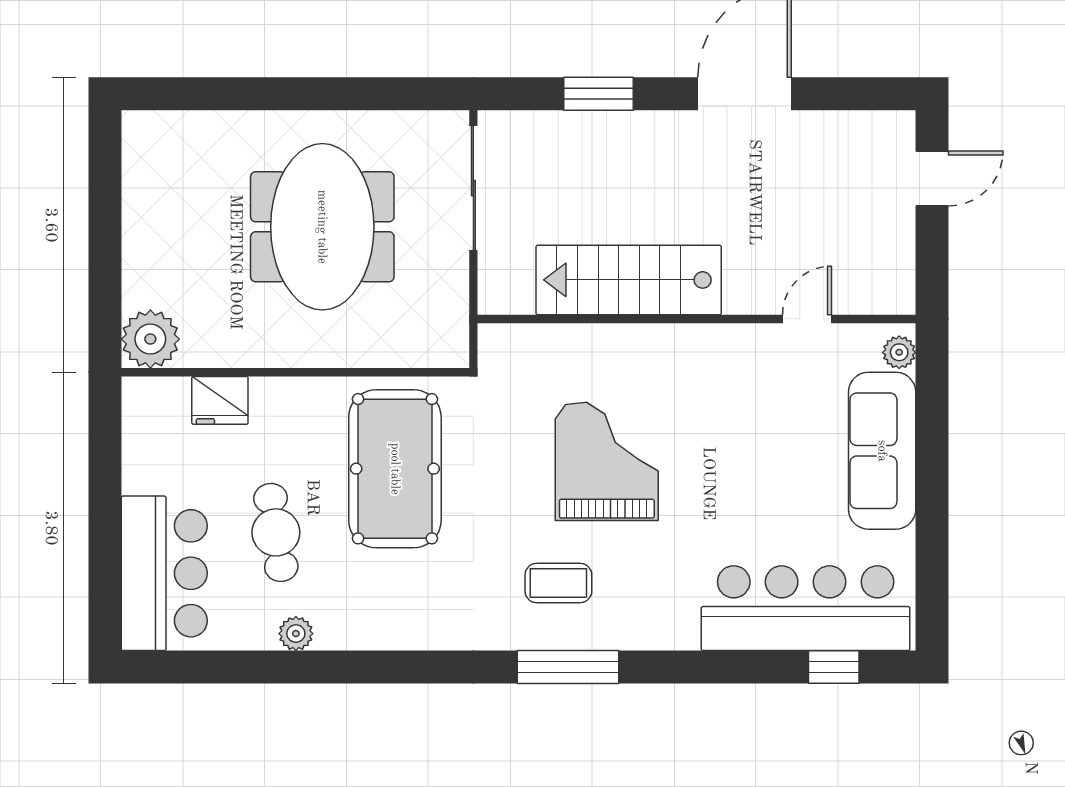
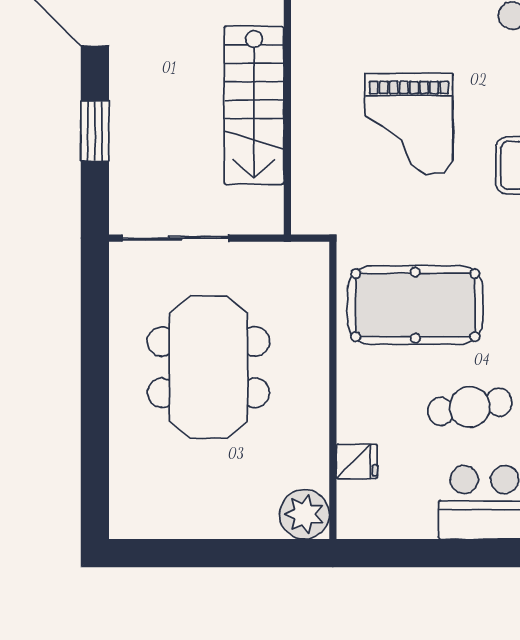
meeting table: (322, 227) -> (208, 367), turned 90
fridge: (220, 400) -> (357, 461), width x0.72
grand piano: (607, 461) -> (409, 124), turned -90

